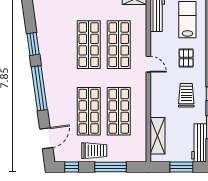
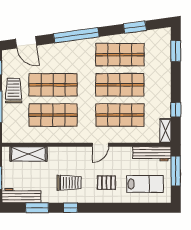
window: (33, 44) -> (135, 27), moved
shop shelf: (59, 45) -> (120, 55), added
trolley: (94, 151) -> (14, 90), turned 180

